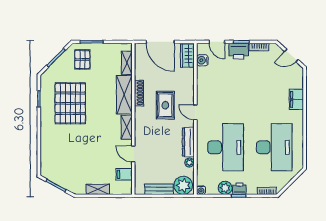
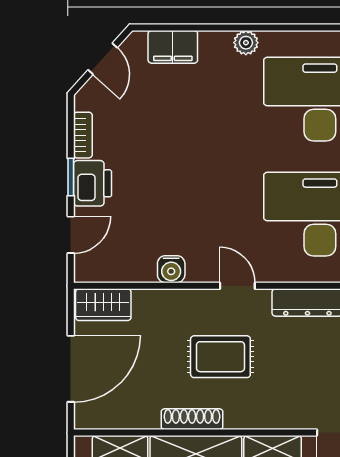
water cooler: (202, 60) -> (171, 269), moved
filing cabinet: (296, 99) -> (173, 47), moved
door: (195, 112) -> (237, 286), swing flipped
plant: (298, 116) -> (246, 43), added

